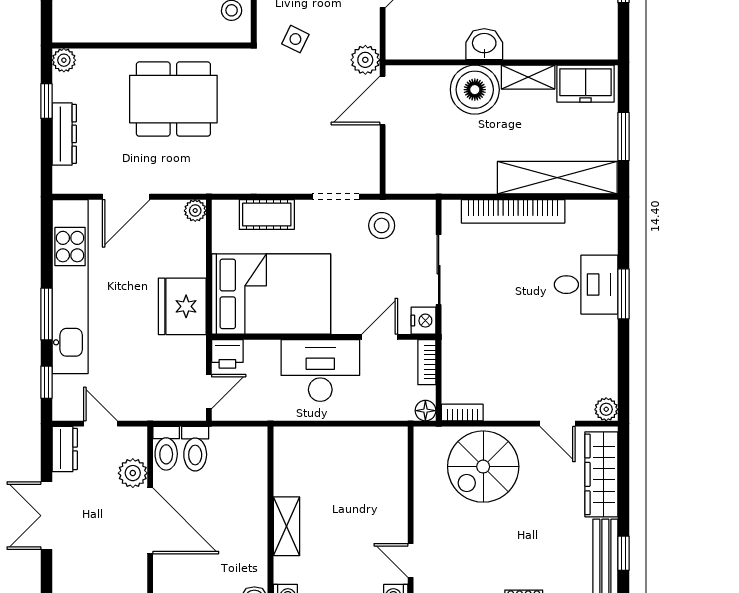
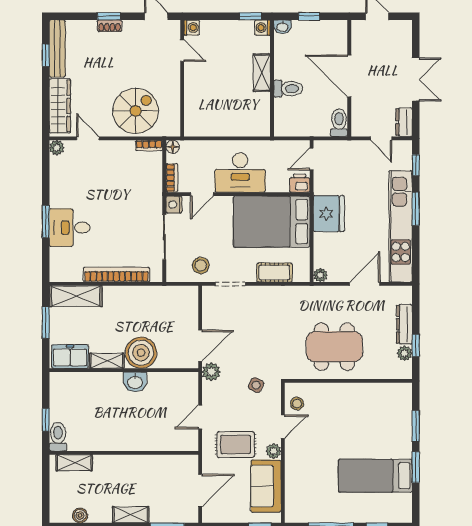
plant: (64, 60) -> (405, 353), moved
shelving: (557, 178) -> (76, 296), width x0.68
toilet: (195, 449) -> (288, 89), moved, turned 90
plant: (133, 473) -> (360, 107), removed

